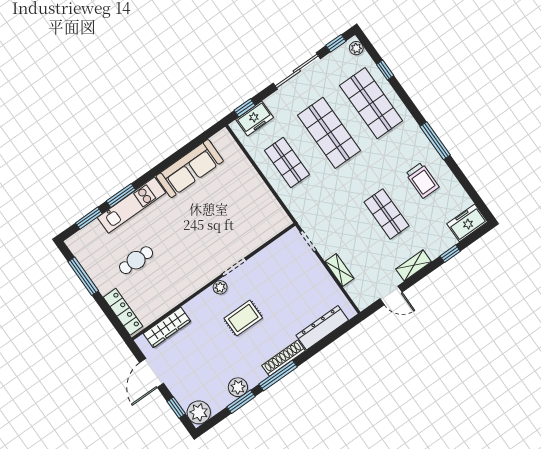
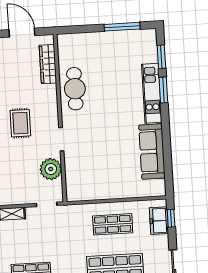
cafe table: (136, 260) -> (75, 89), moved, width x1.37, depth x1.35
plant: (220, 287) -> (51, 169), moved, width x1.87, depth x1.87
locker: (123, 312) -> (79, 39), removed

